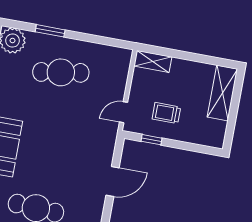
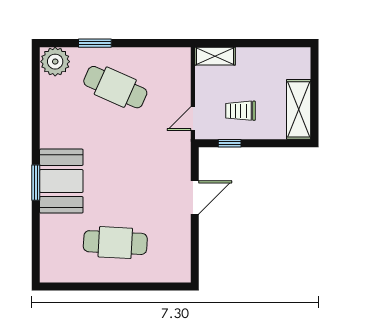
cafe table: (61, 72) -> (115, 87), turned 33
shelving: (222, 93) -> (299, 109), moved

